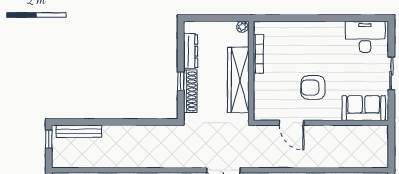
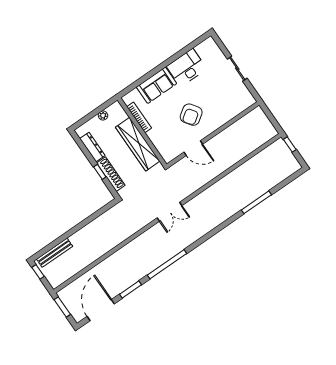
plant: (242, 27) -> (103, 115), moved
desk: (365, 37) -> (187, 68), moved
armchair: (313, 87) -> (191, 115), turned -35
sofa: (364, 108) -> (157, 85), moved, turned 180

